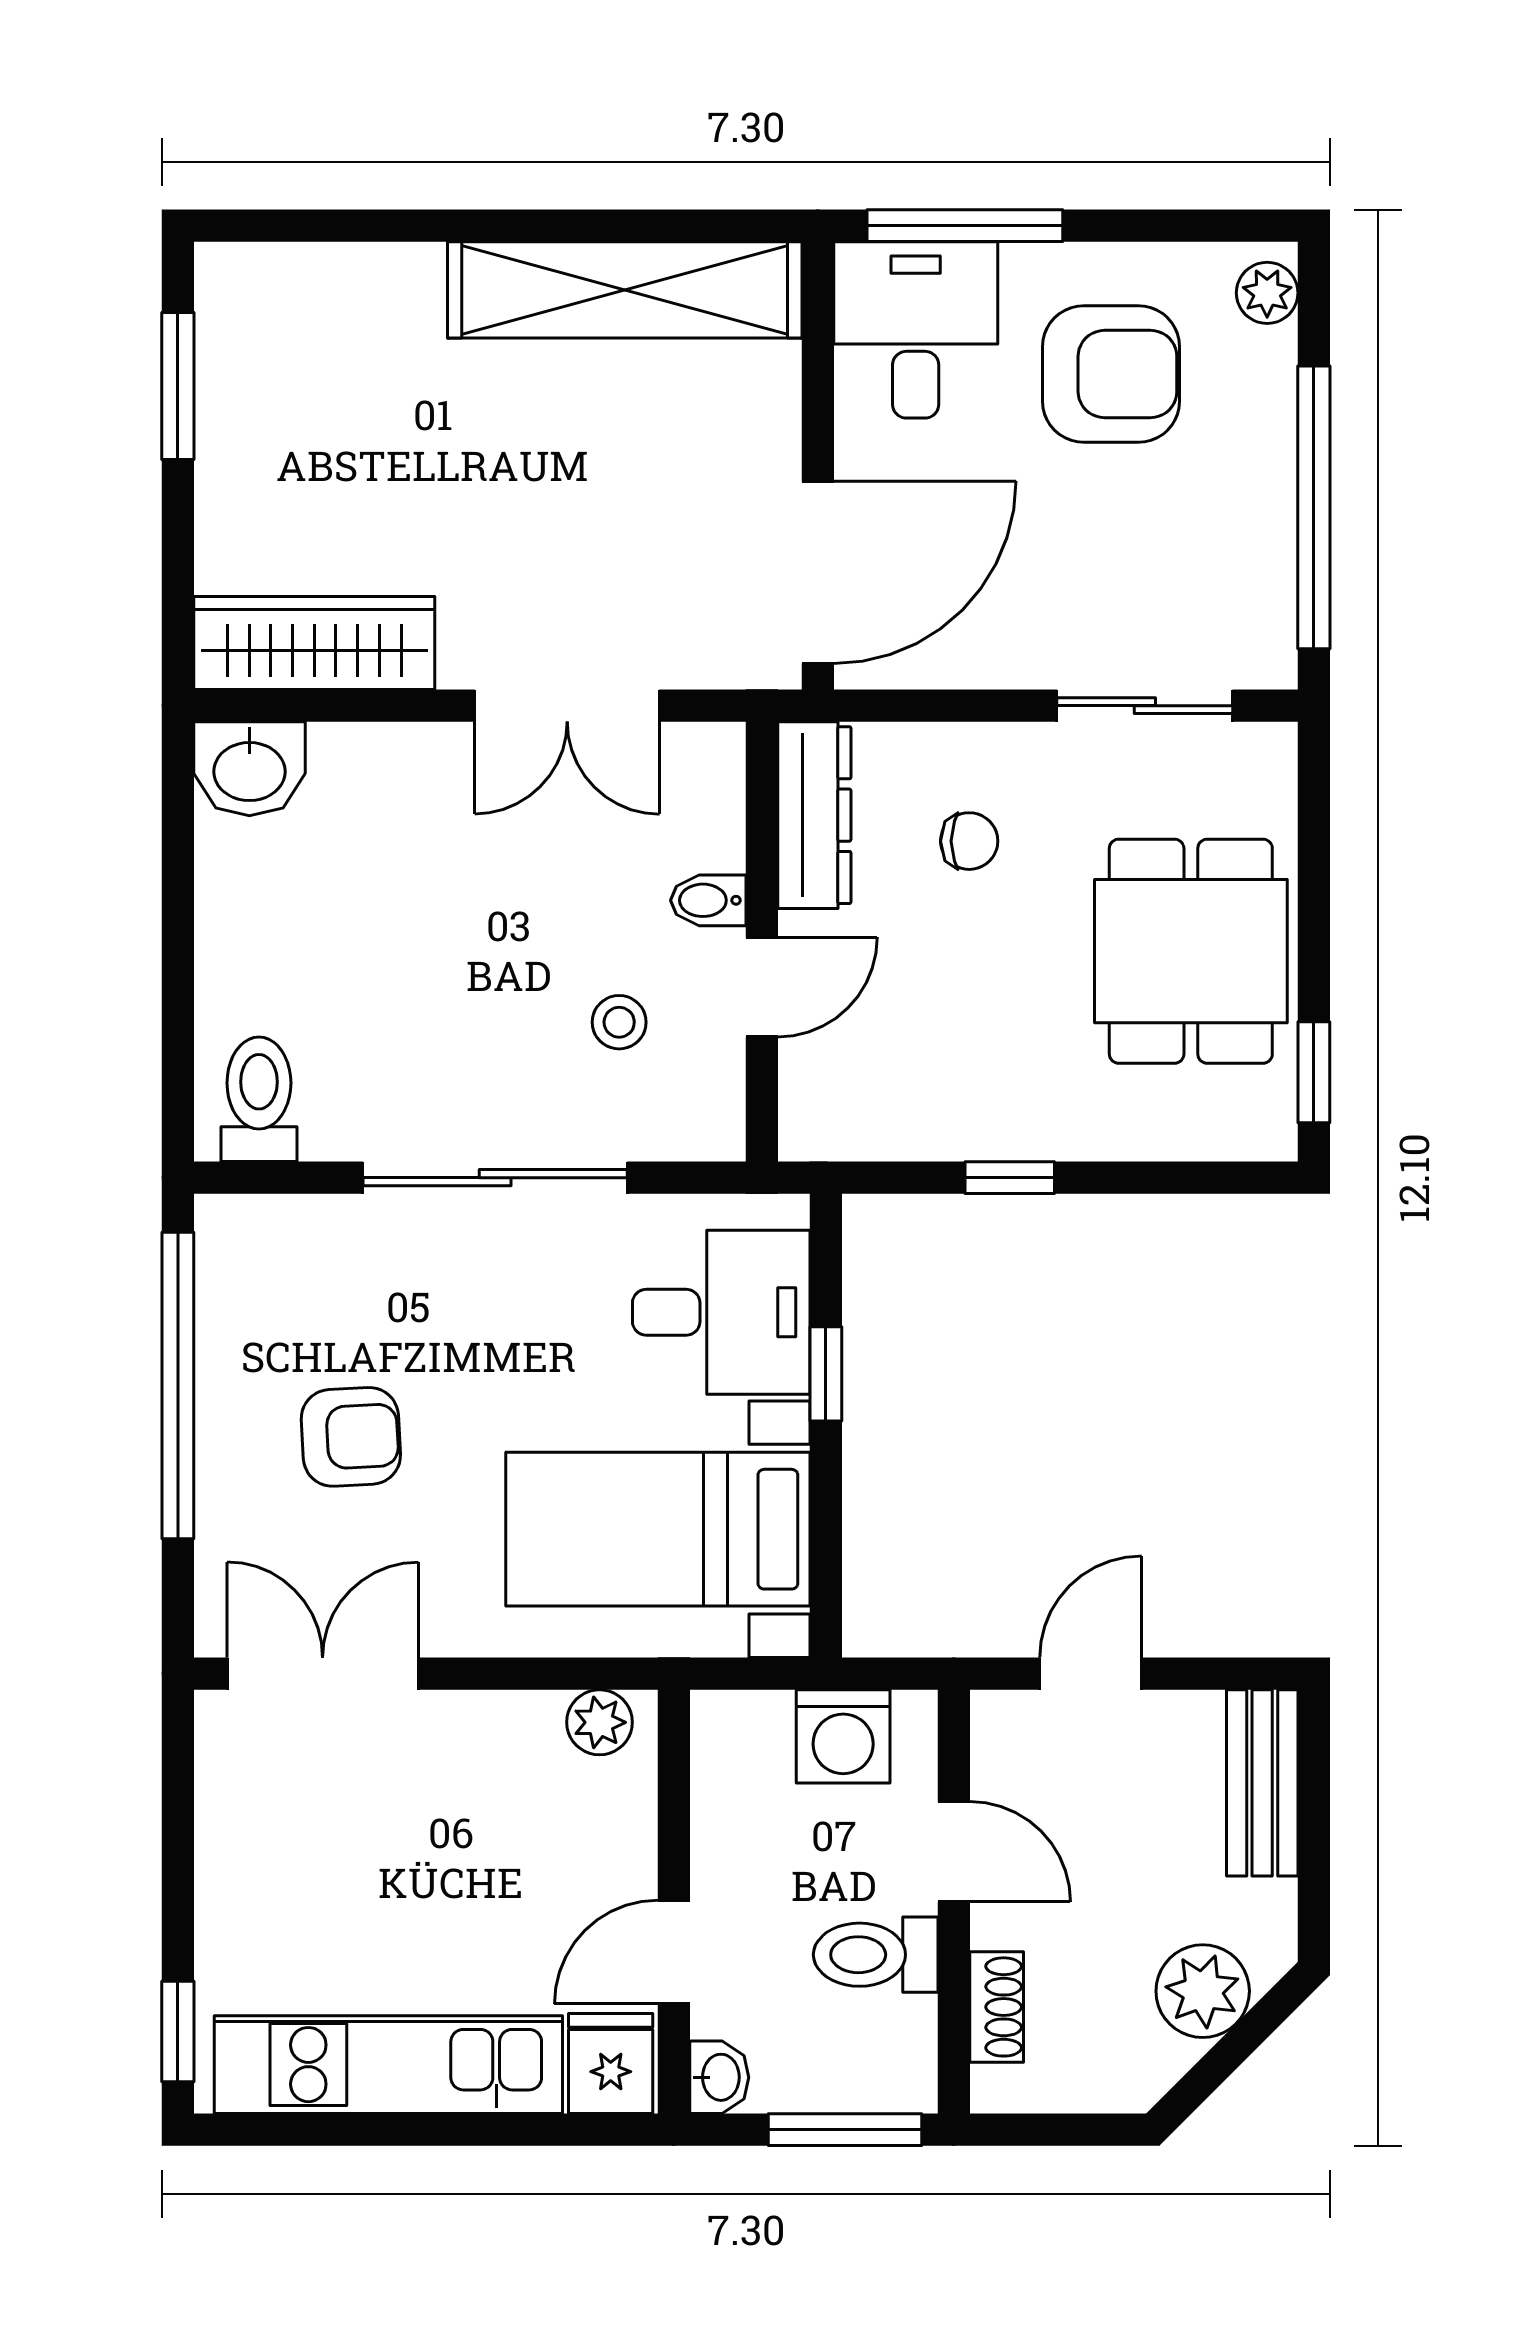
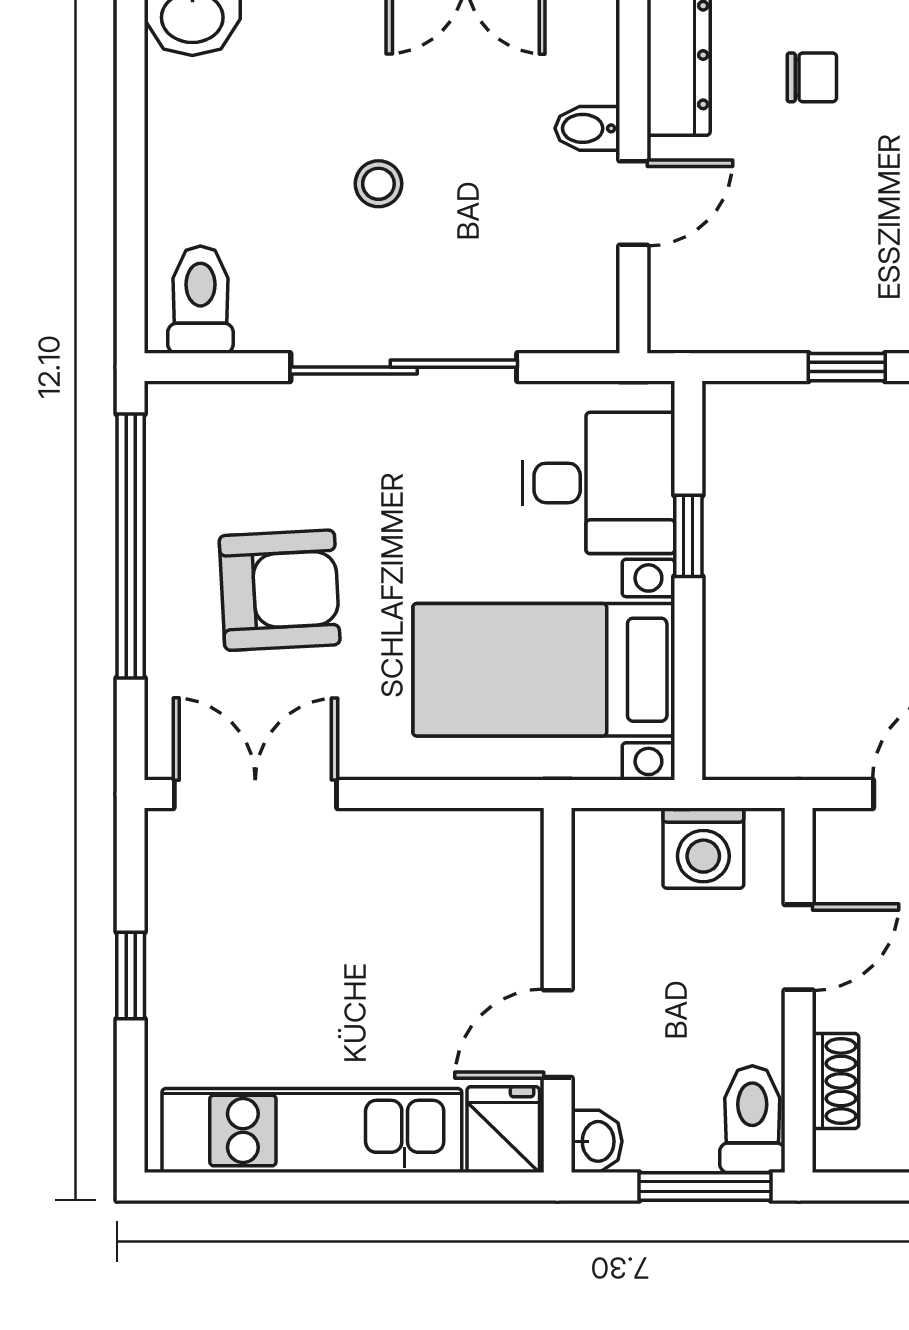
stool: (619, 1022) -> (378, 184), moved
armchair: (351, 1437) -> (280, 590), width x1.38, depth x1.38
plant: (599, 1722) -> (494, 836), removed
door: (954, 1852) -> (799, 947), hinge flipped
toilet: (876, 1955) -> (752, 1119), moved, turned 90
window: (178, 2032) -> (131, 975), moved

